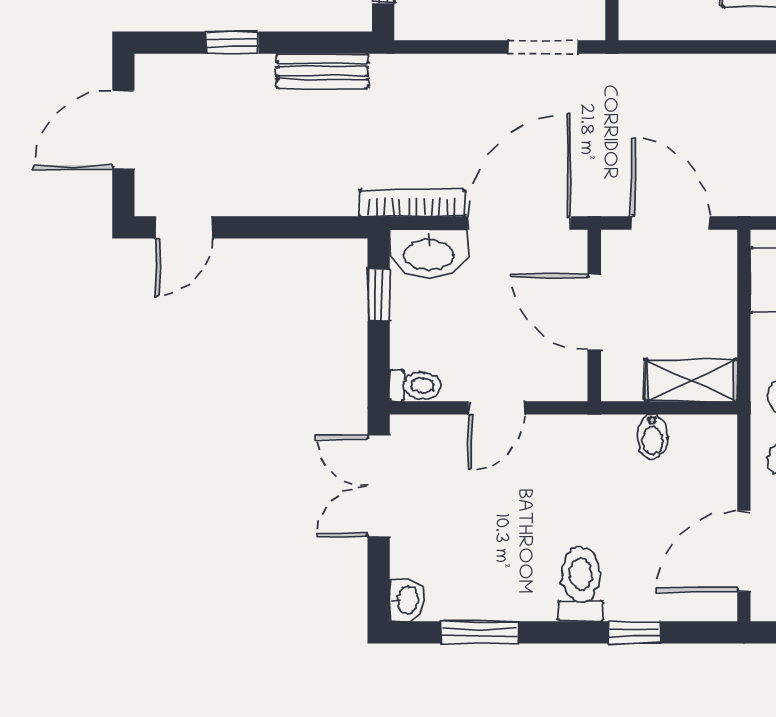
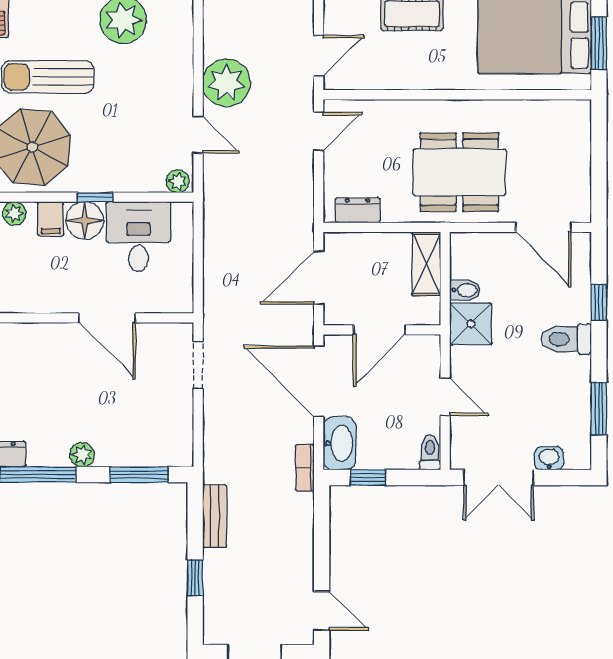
bookcase: (412, 203) -> (305, 468), width x0.64
shower: (603, 445) -> (471, 324), added
washbasin: (407, 600) -> (549, 458), moved

